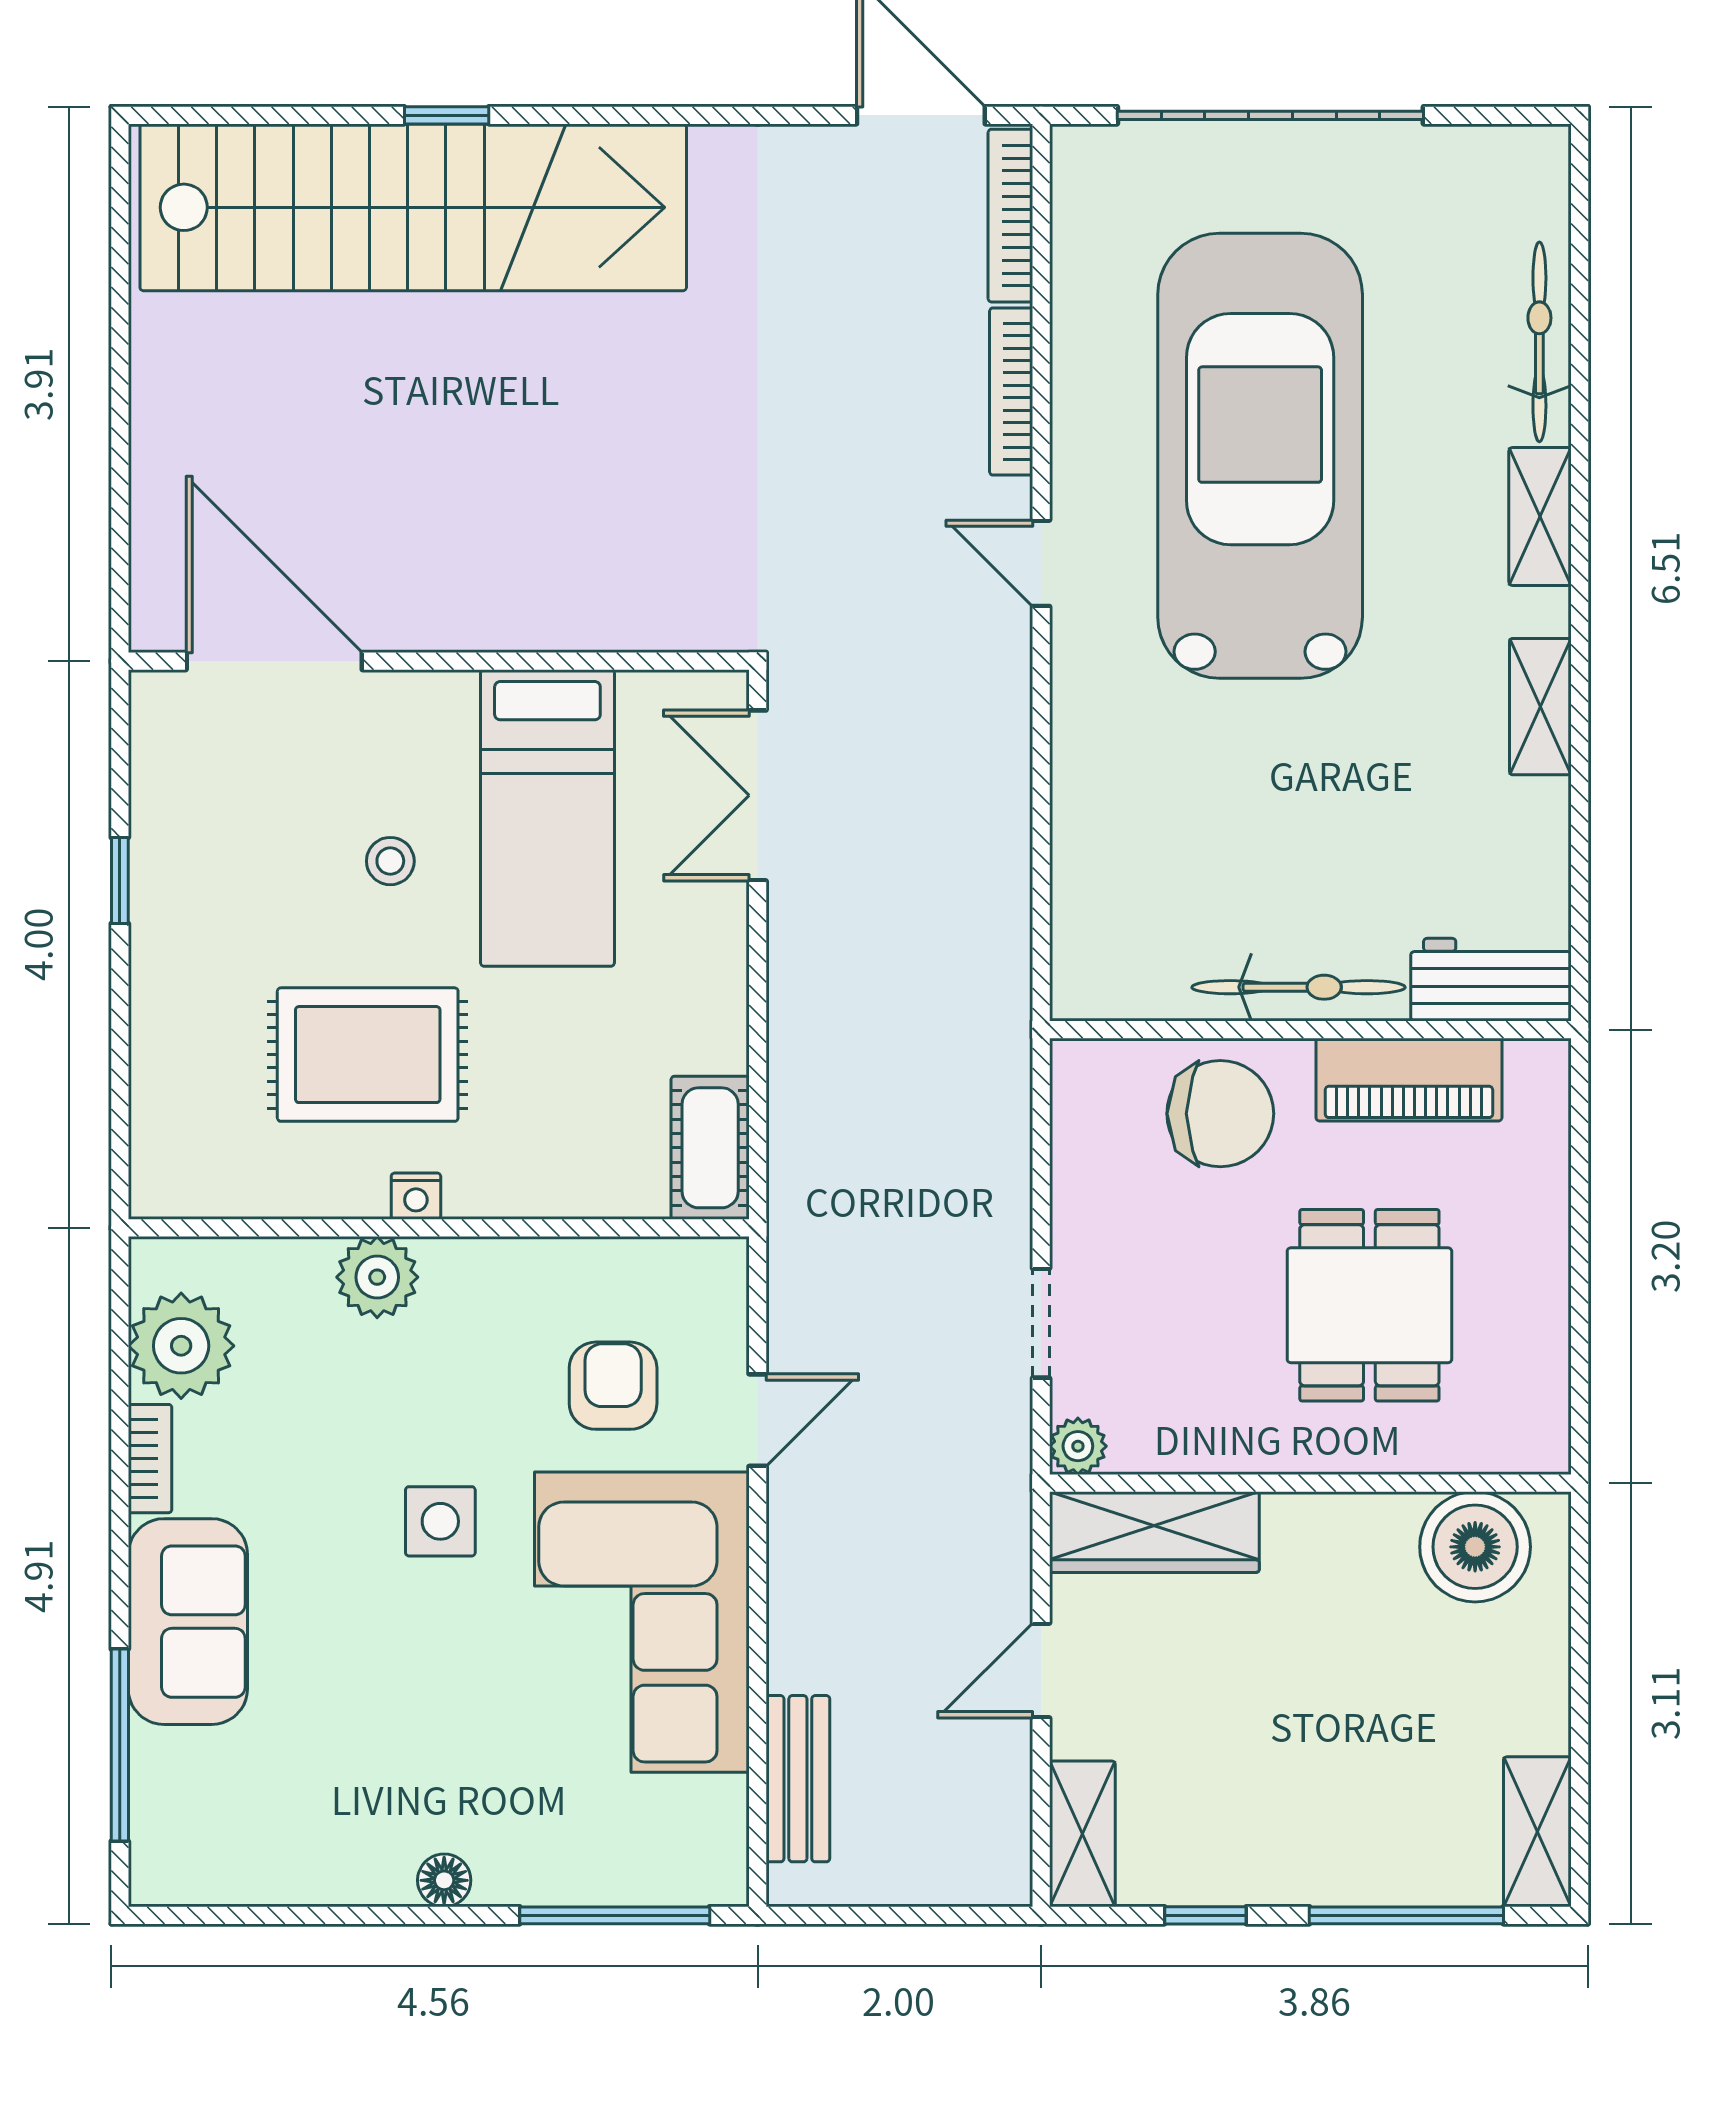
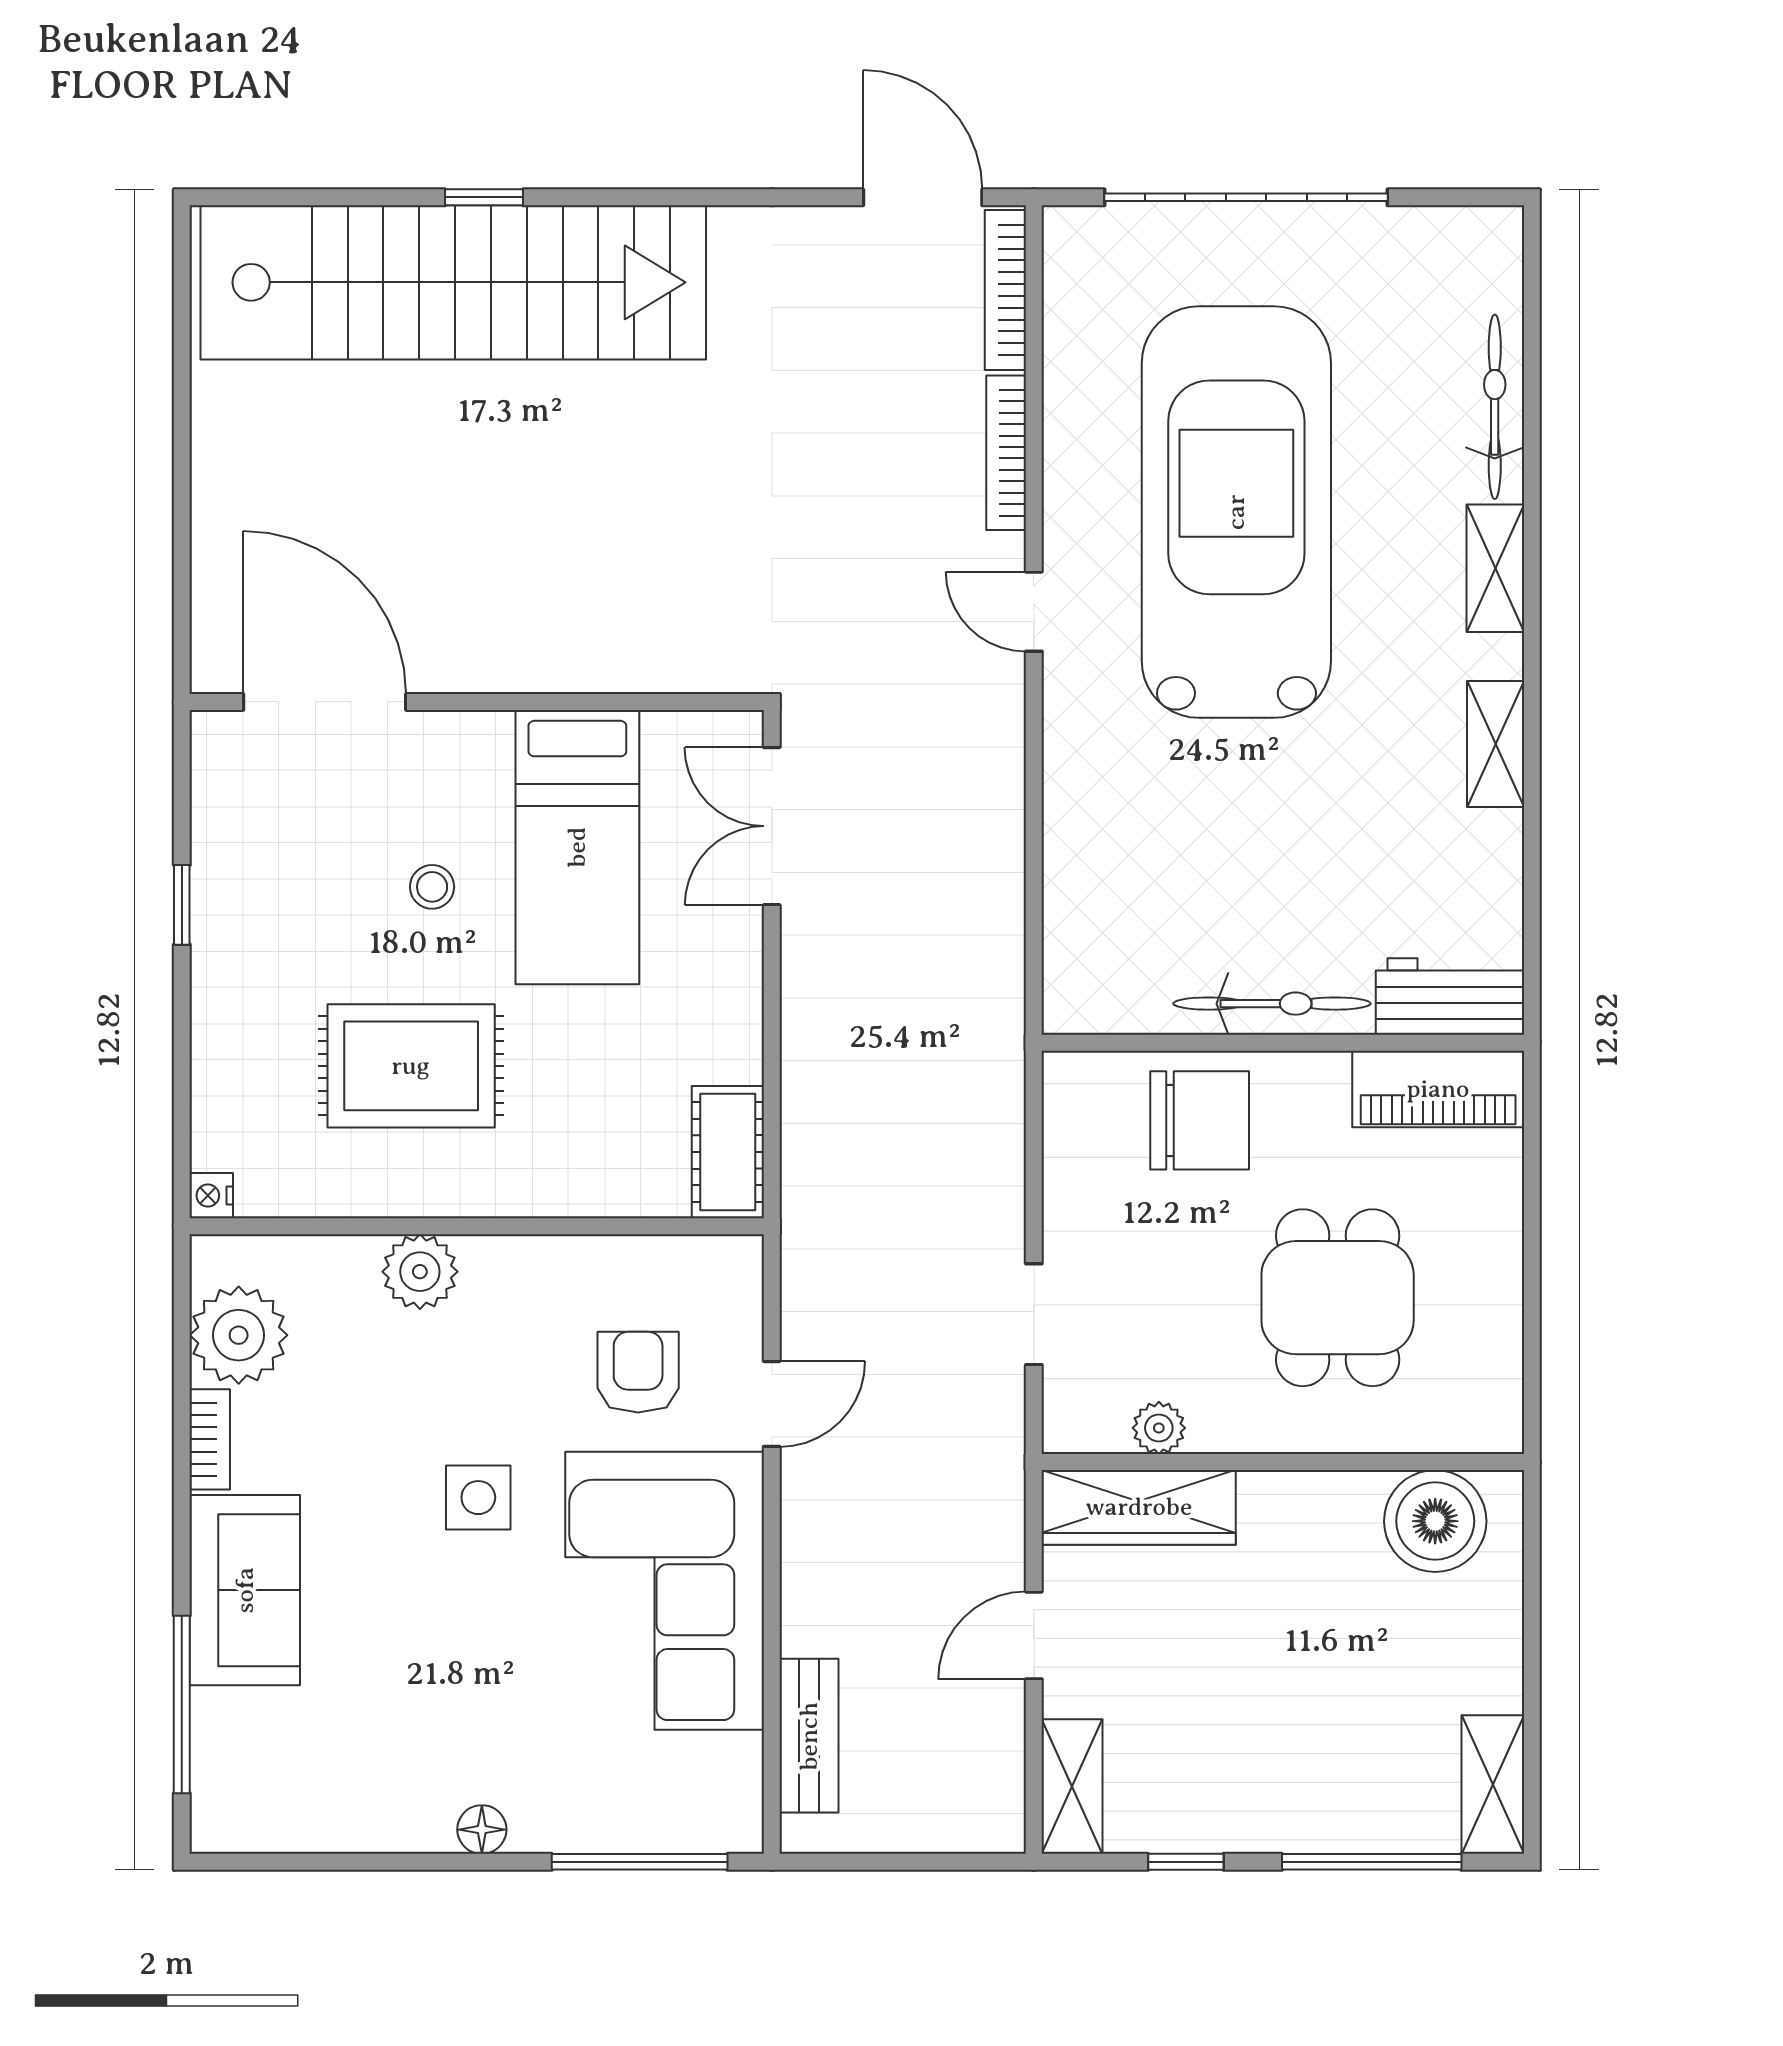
piano: (1409, 1080) -> (1438, 1089), moved
nightstand: (416, 1196) -> (211, 1196), moved, turned 90
plant: (1078, 1446) -> (1159, 1428), moved

